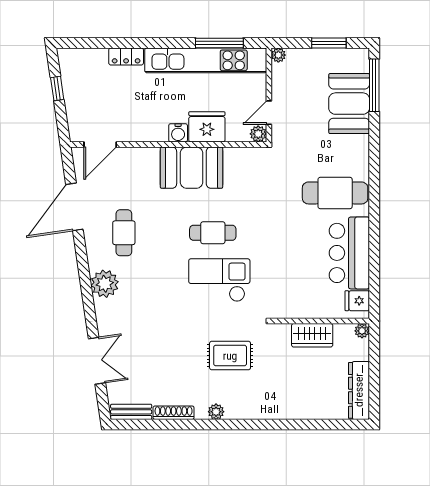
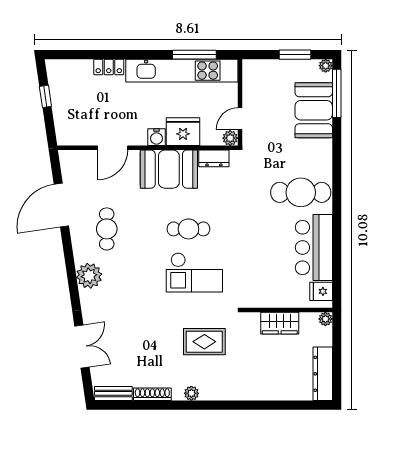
plant: (278, 55) -> (326, 66), moved
door: (100, 144) -> (113, 148), moved
dresser: (241, 156) -> (214, 158), added
checkout: (219, 280) -> (194, 272), turned 180

